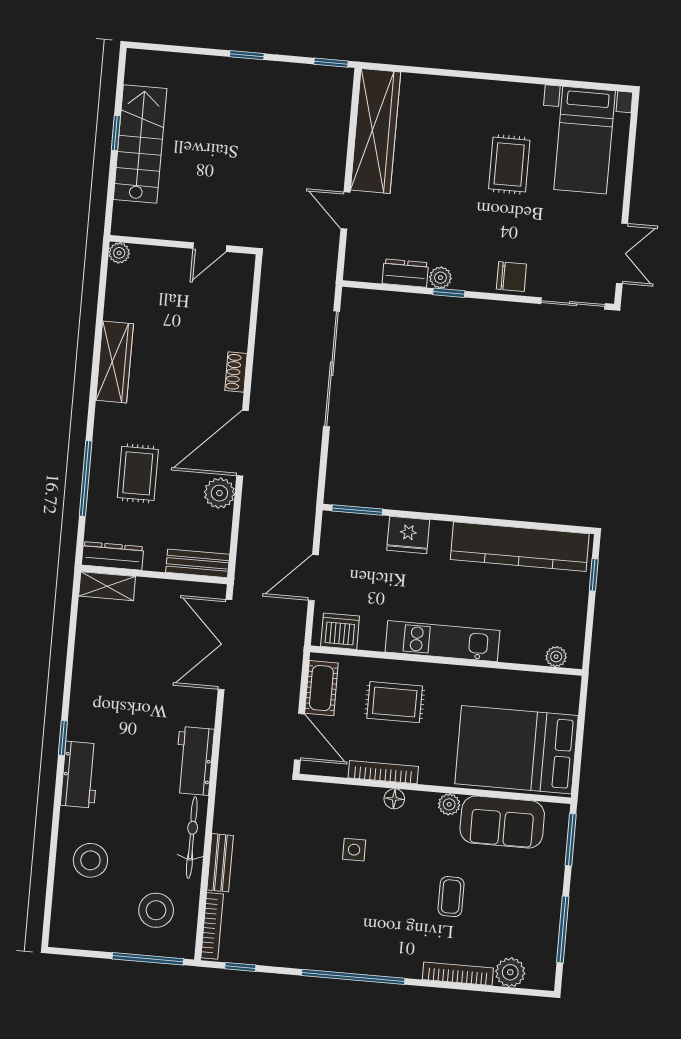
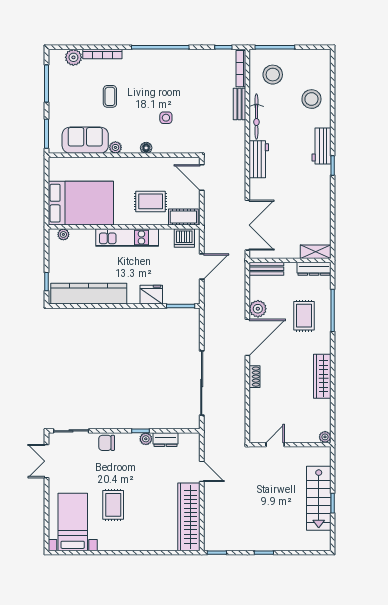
cot: (321, 688) -> (183, 217), moved, turned 90
bed: (517, 750) -> (81, 203), moved
bookcase: (383, 772) -> (154, 162), removed

